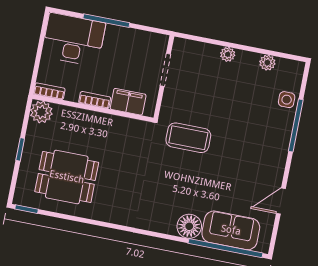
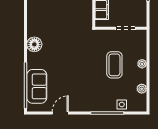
coffee table: (188, 138) -> (114, 65), moved
door: (281, 201) -> (60, 113), hinge flipped
floor lamp: (189, 226) -> (34, 44), moved

